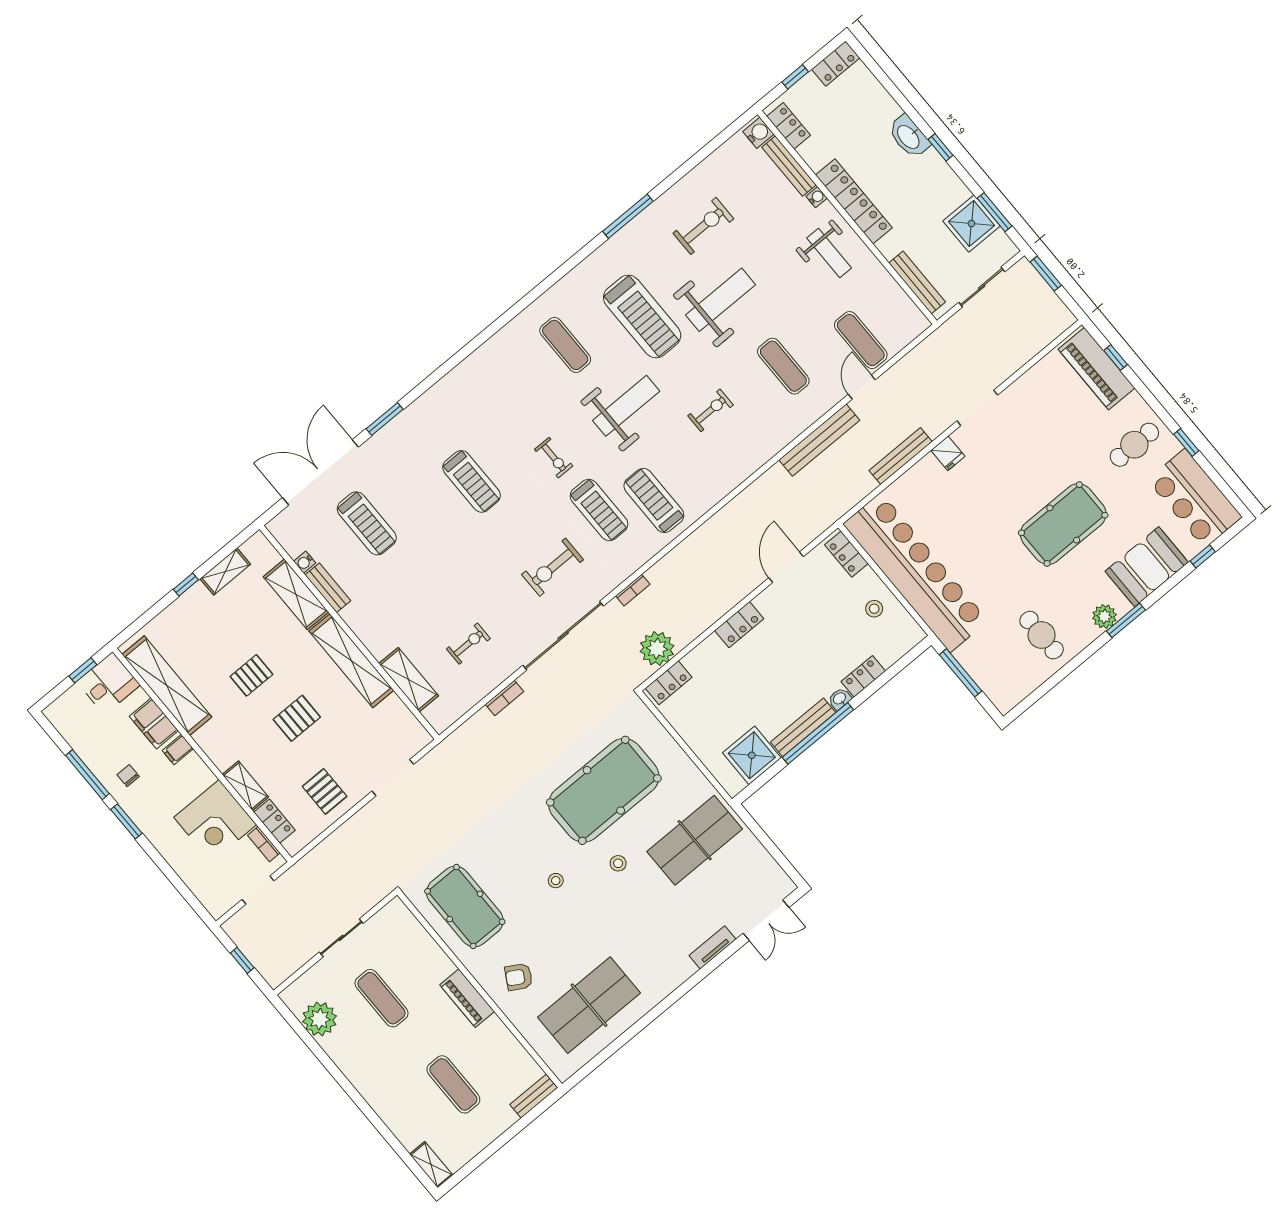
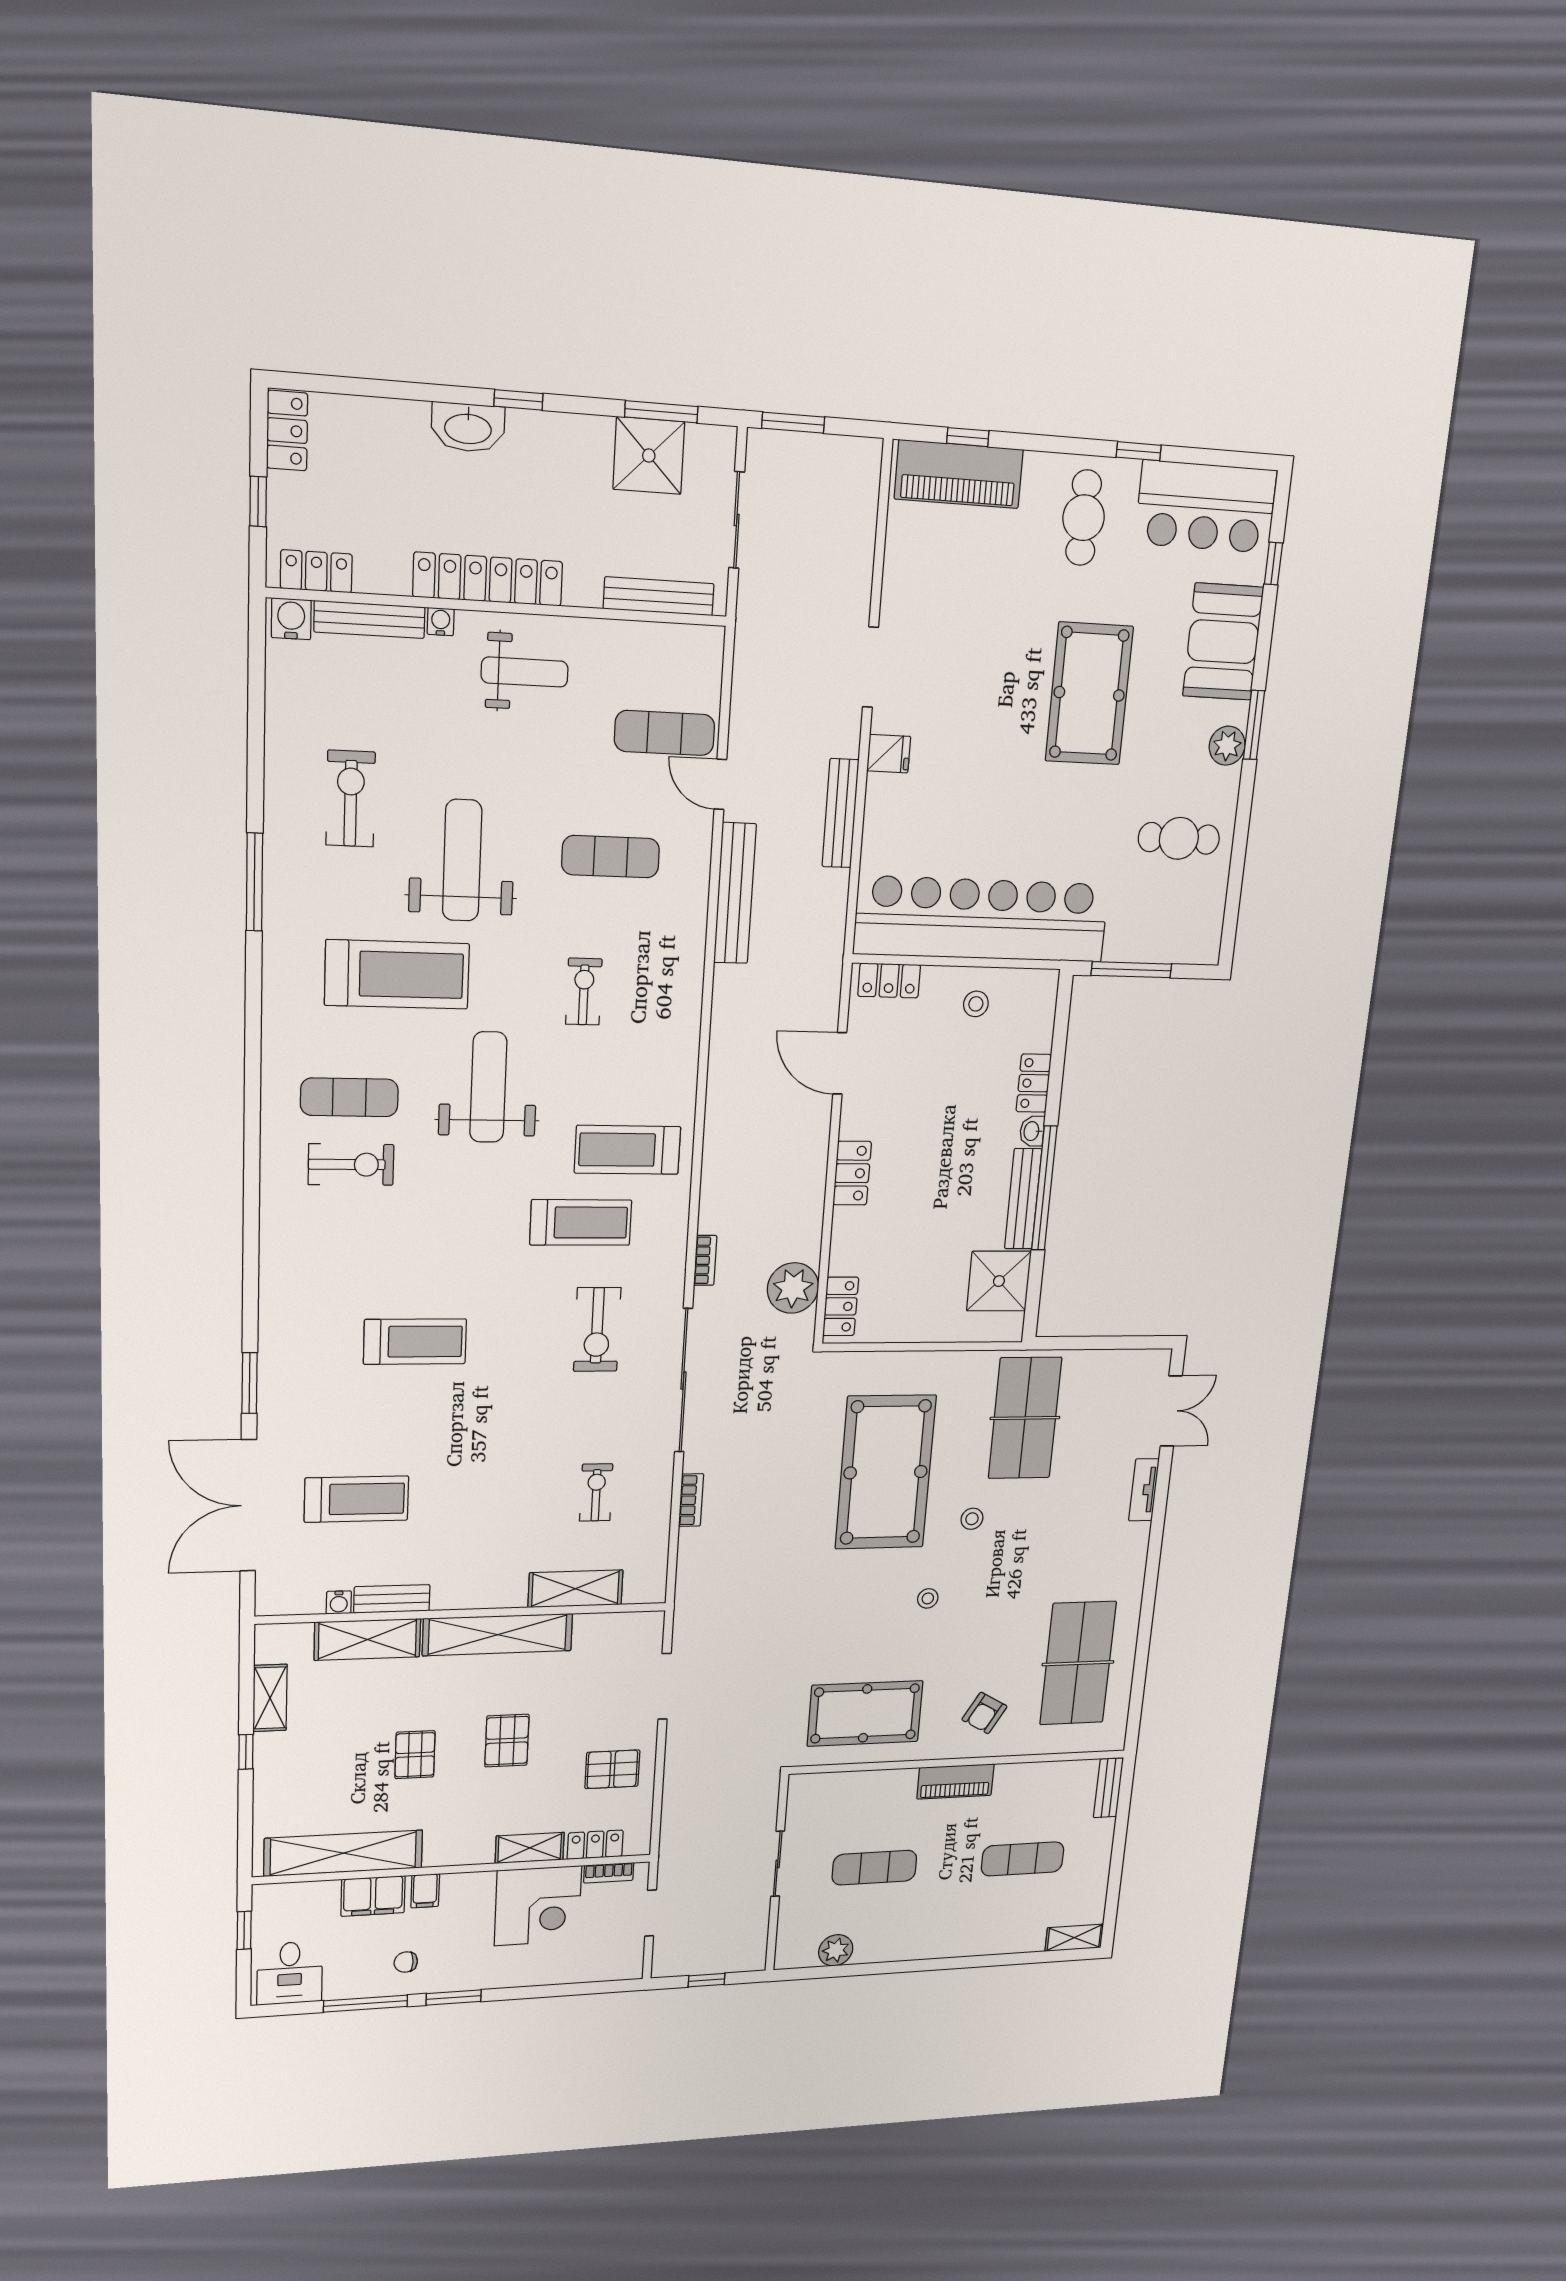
exercise bike: (554, 458) -> (351, 1165), moved, width x1.38, depth x1.39
desk: (108, 683) -> (290, 1973), moved, turned 180
plant: (320, 1019) -> (836, 1950), width x0.73, depth x0.73

